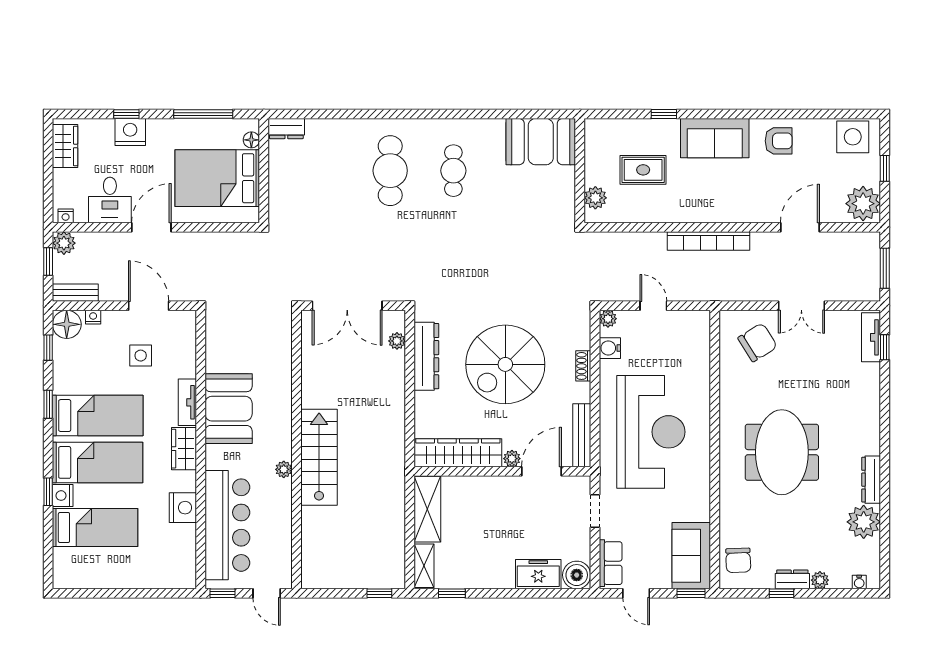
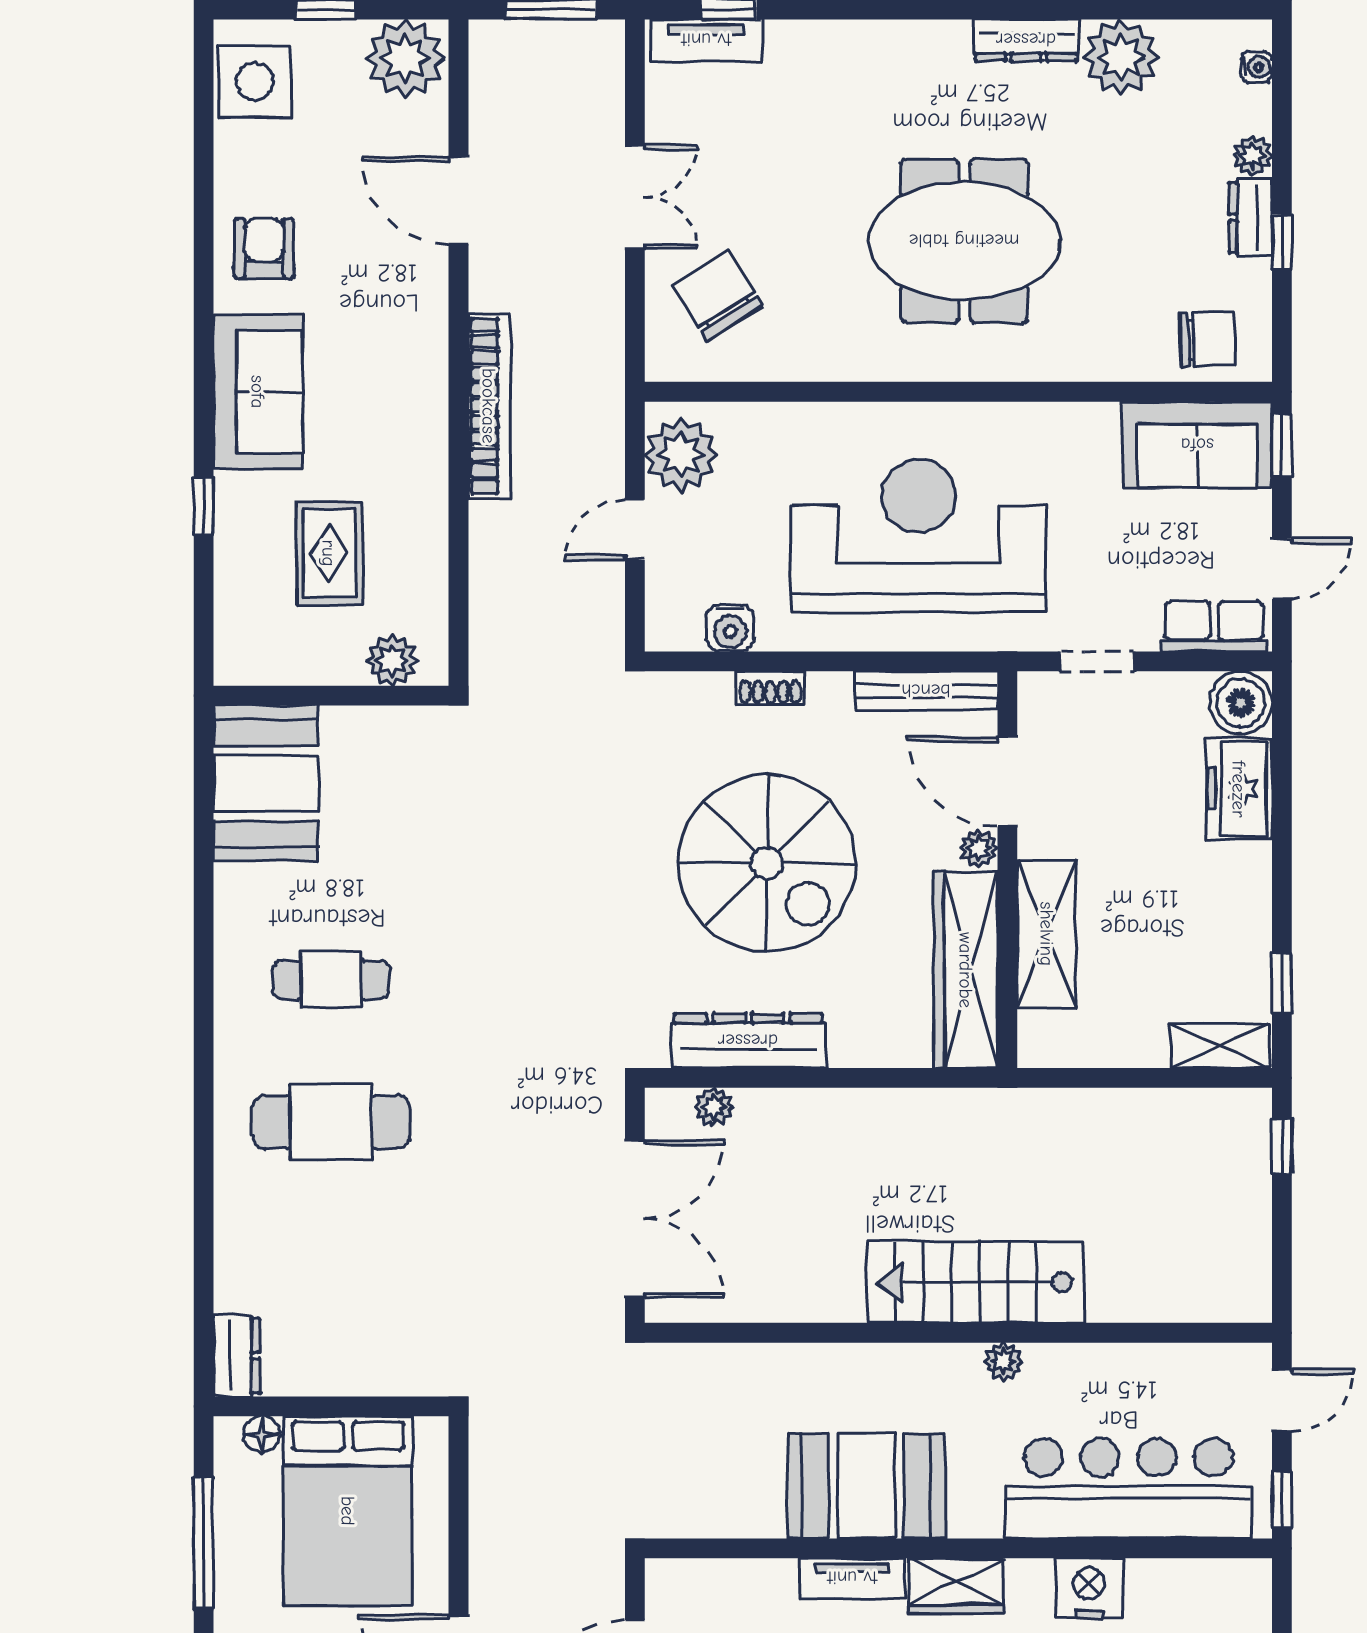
plant: (608, 319) -> (681, 454), moved, width x1.88, depth x1.88
shelving: (427, 509) -> (1047, 934), moved, turned 90

